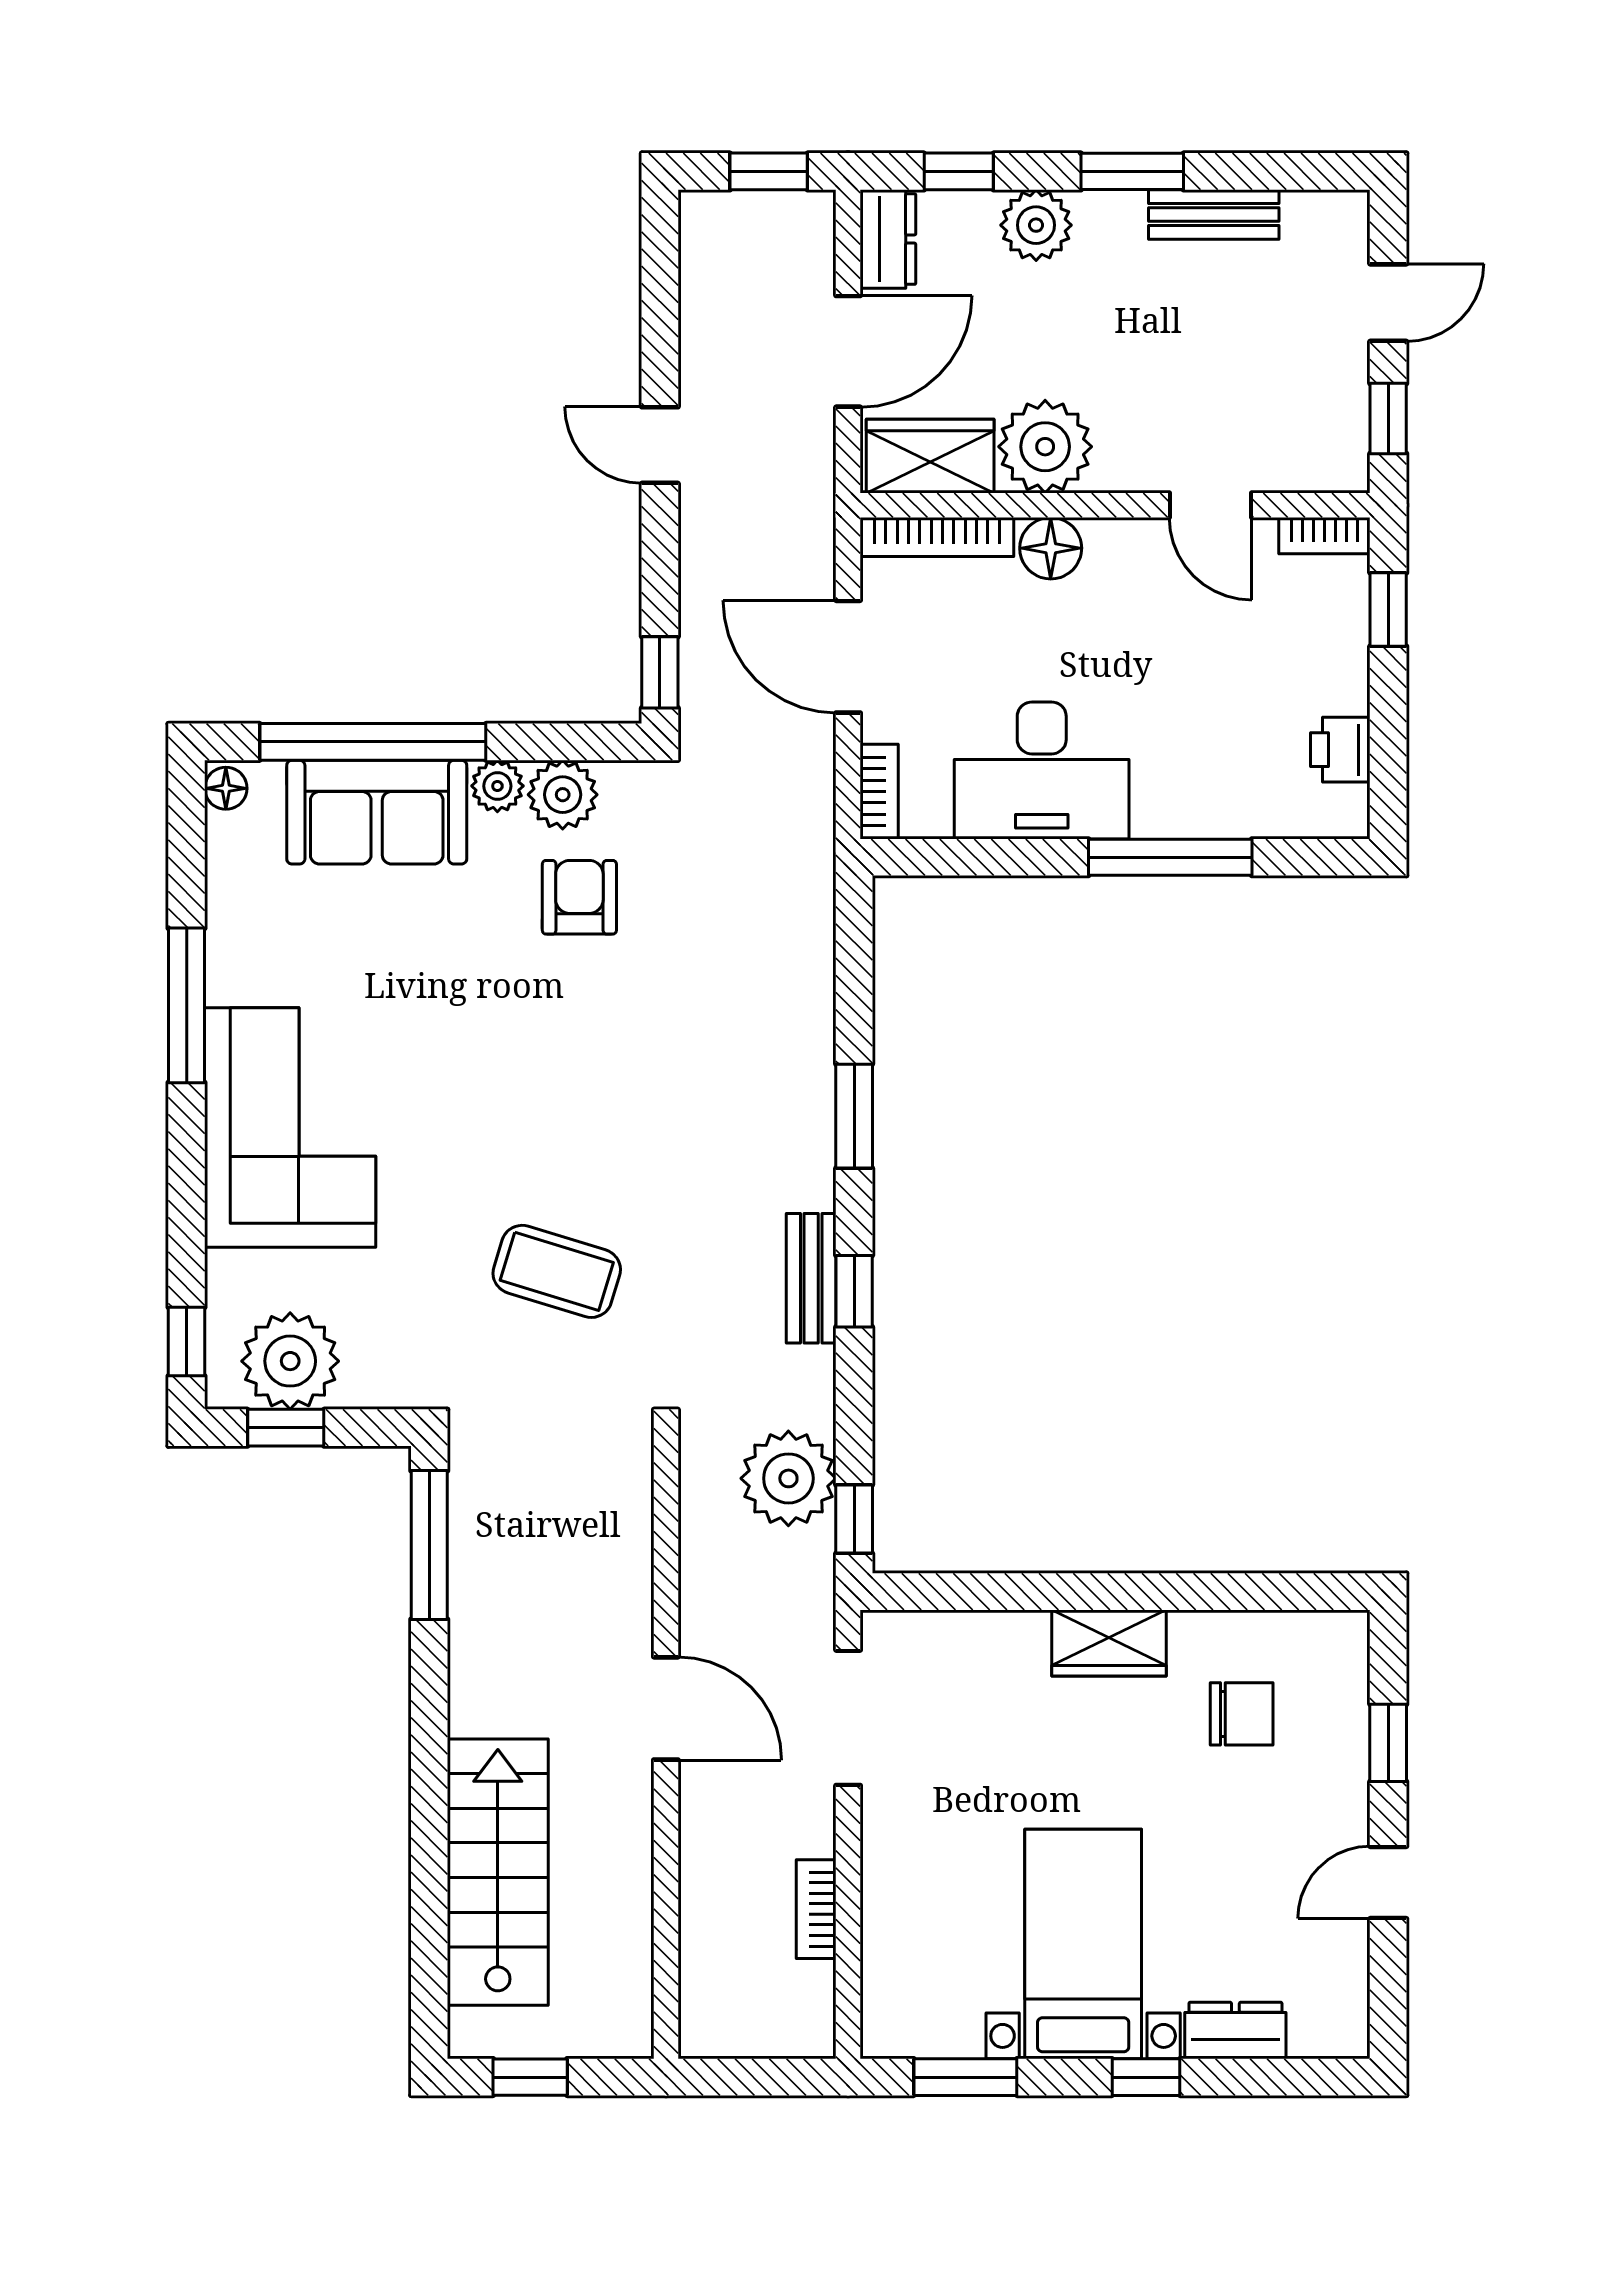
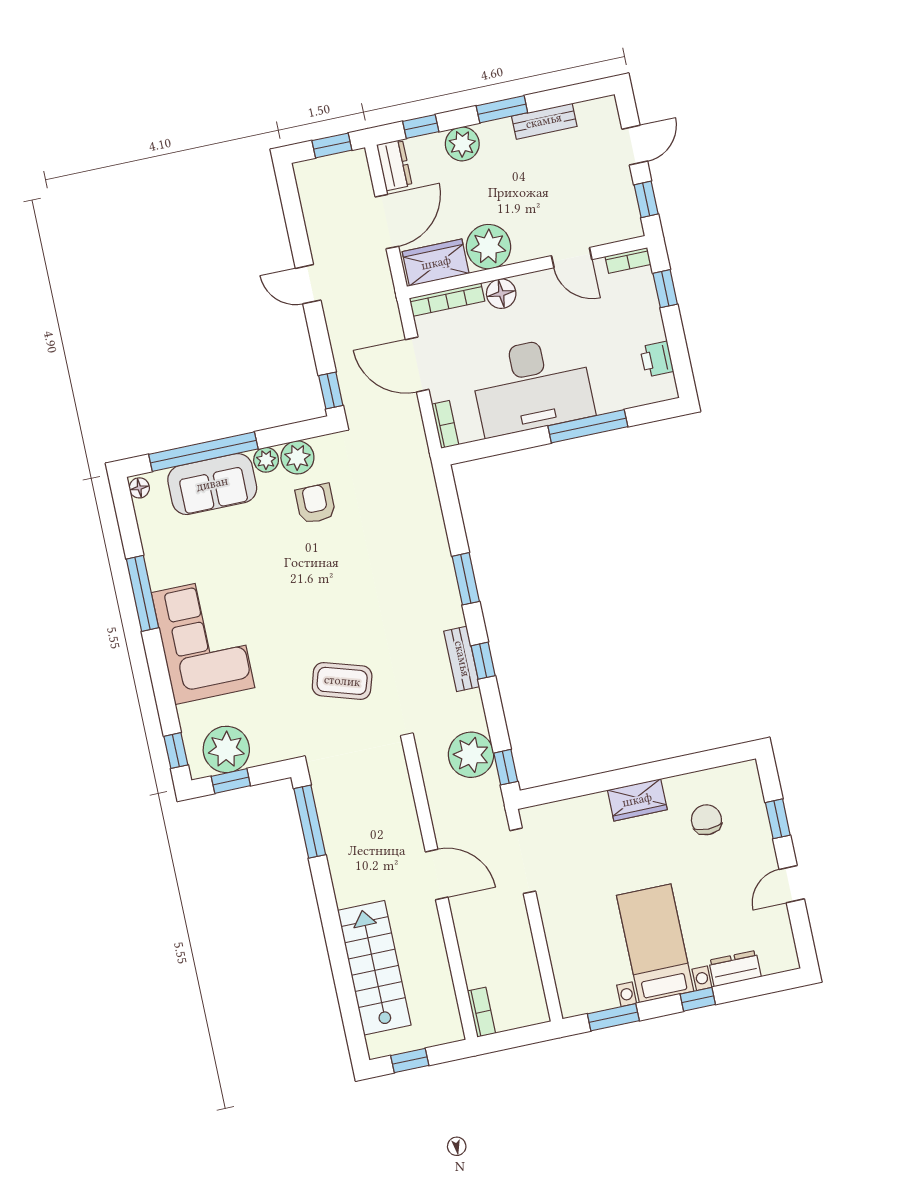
desk: (1042, 770) -> (532, 386), width x1.36, depth x1.30
chair: (1242, 1714) -> (706, 820), turned -90
bookcase: (816, 1909) -> (481, 1012), moved, turned 180

